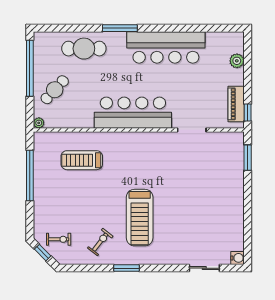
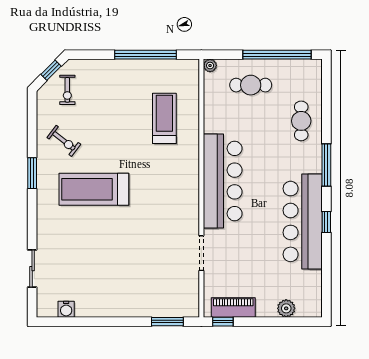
window: (166, 28) -> (326, 222), added
cafe table: (84, 49) -> (301, 121), width x0.73, depth x0.74
cafe table: (55, 90) -> (251, 85), turned -43
water cooler: (237, 258) -> (66, 309), moved

